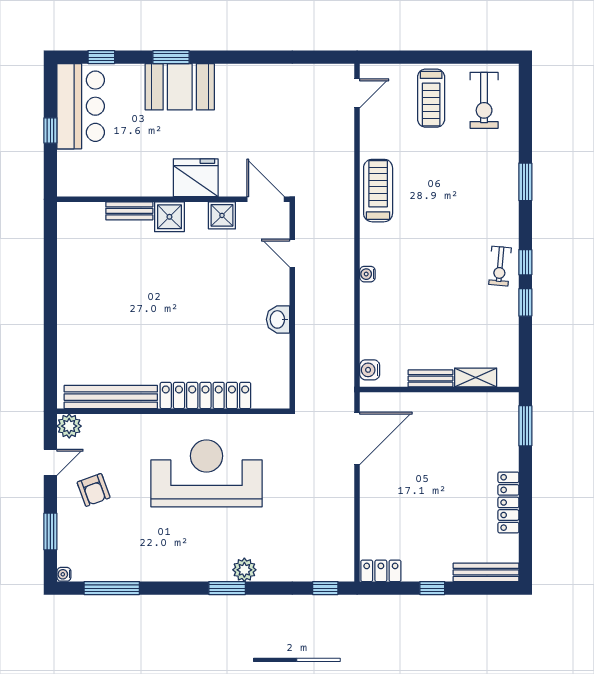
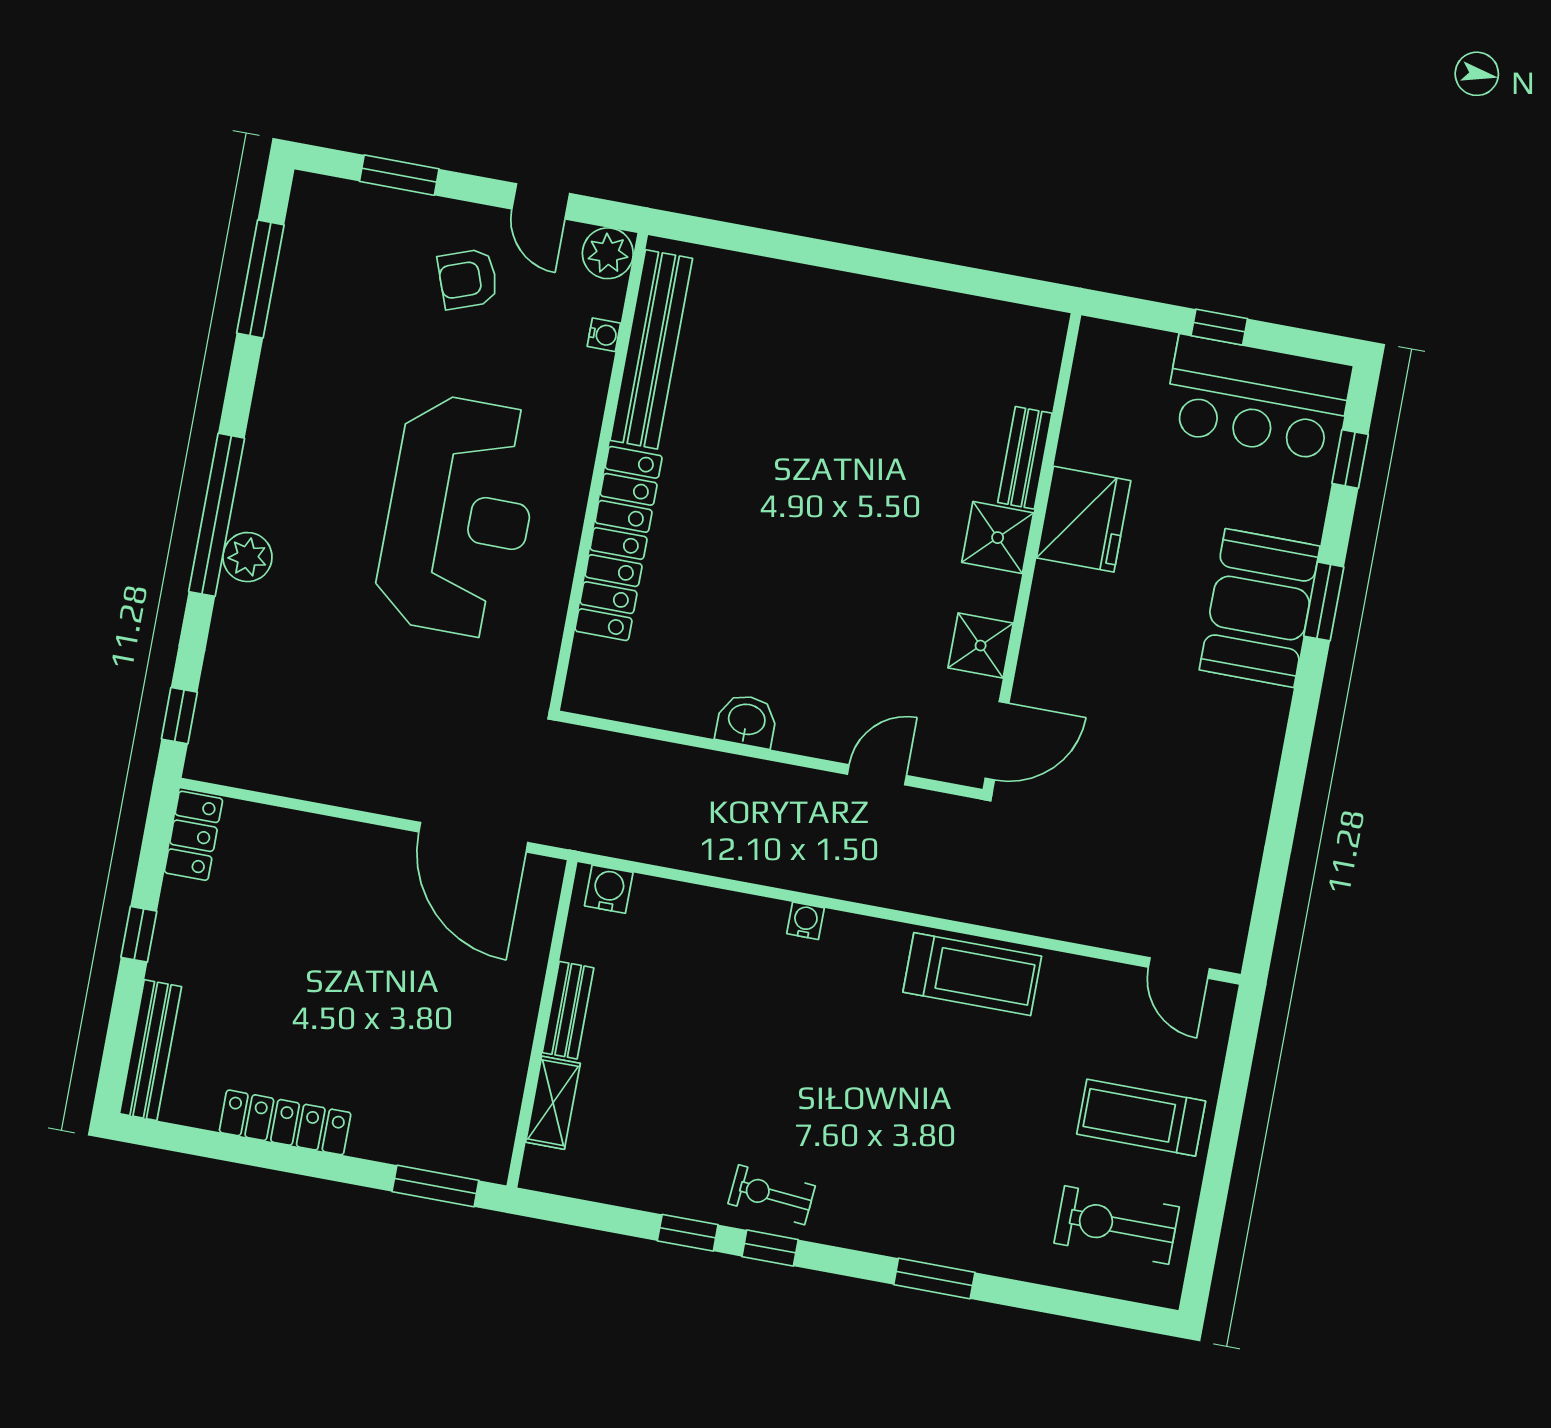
fridge: (196, 178) -> (1084, 519), moved
water cooler: (64, 574) -> (604, 335), moved, turned 90
window: (227, 588) -> (217, 515), width x2.11

